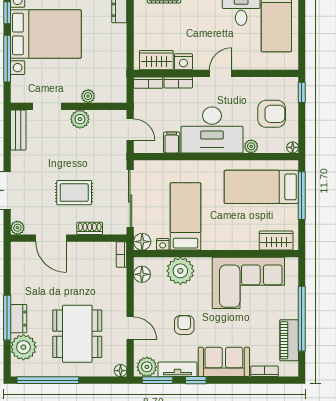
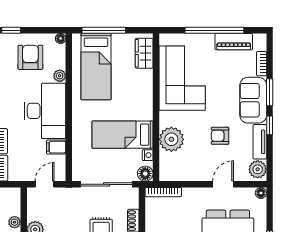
bookcase: (122, 254) -> (163, 192), width x1.56
floor lamp: (142, 274) -> (175, 174), removed
window: (158, 380) -> (270, 92), moved

